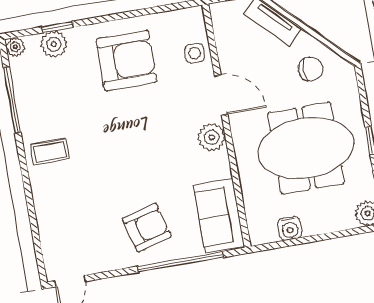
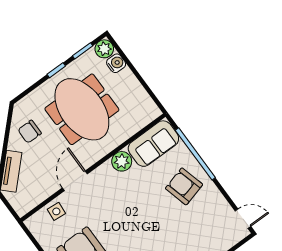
chair: (311, 69) -> (30, 132), turned -90
plant: (212, 137) -> (122, 161), moved
water cooler: (290, 228) -> (116, 63), moved

